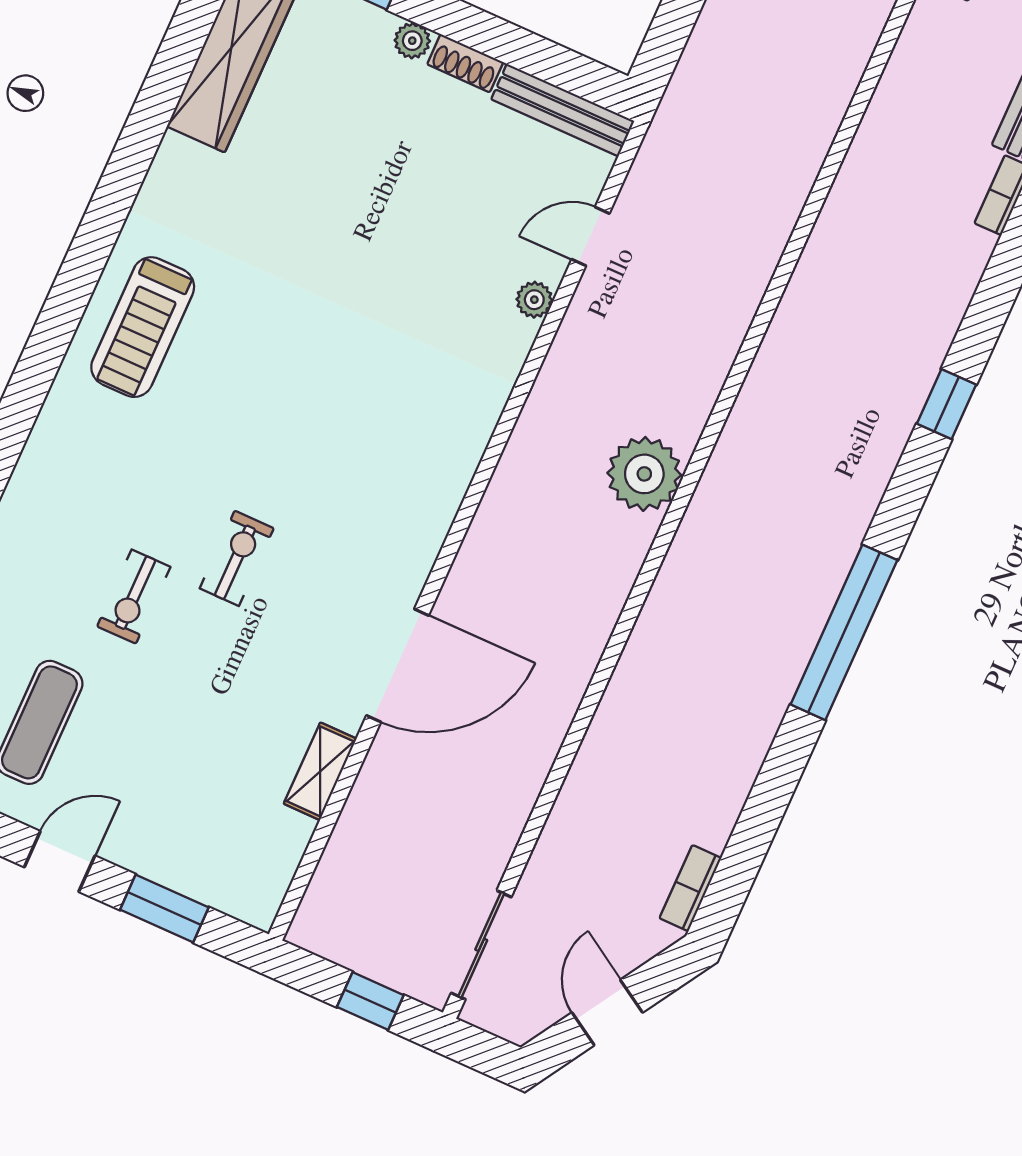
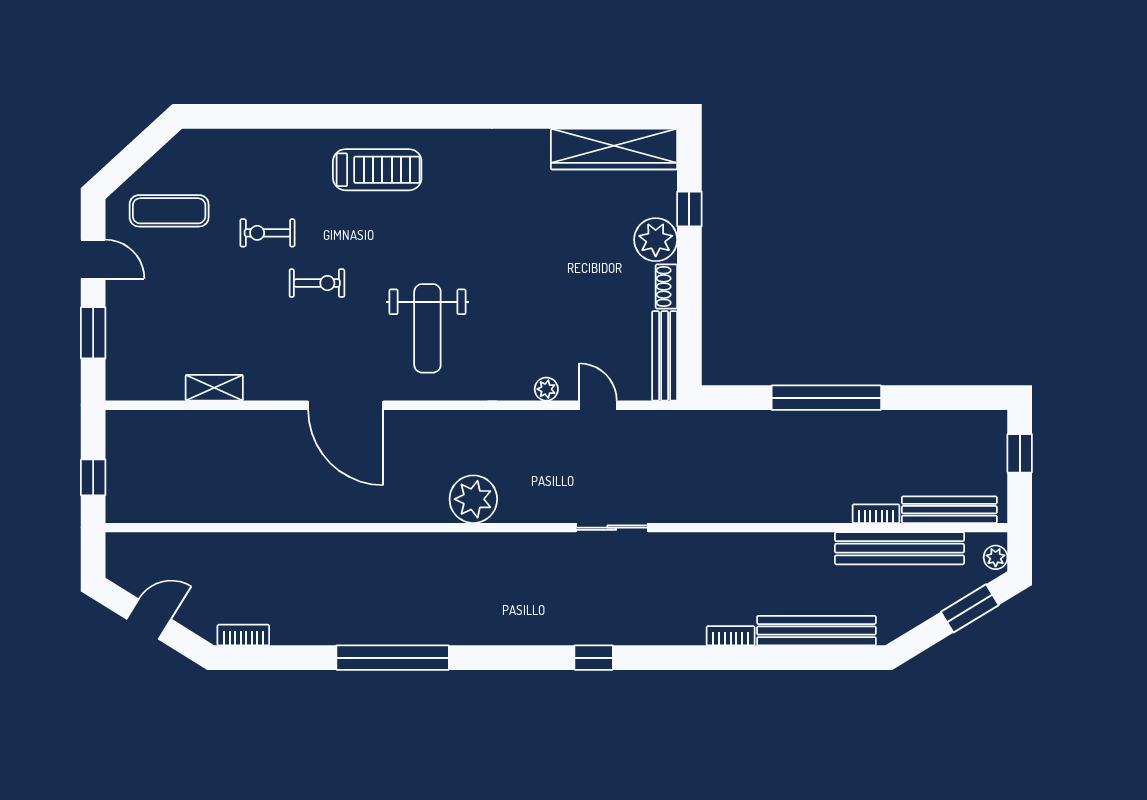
plant: (412, 41) -> (656, 240), width x1.87, depth x1.87
treadmill: (143, 327) -> (377, 170), moved, turned 180
weight bench: (372, 430) -> (427, 328), added
window: (844, 632) -> (393, 658), moved
door: (398, 665) -> (346, 405), moved
sliding door: (481, 945) -> (612, 528), moved

